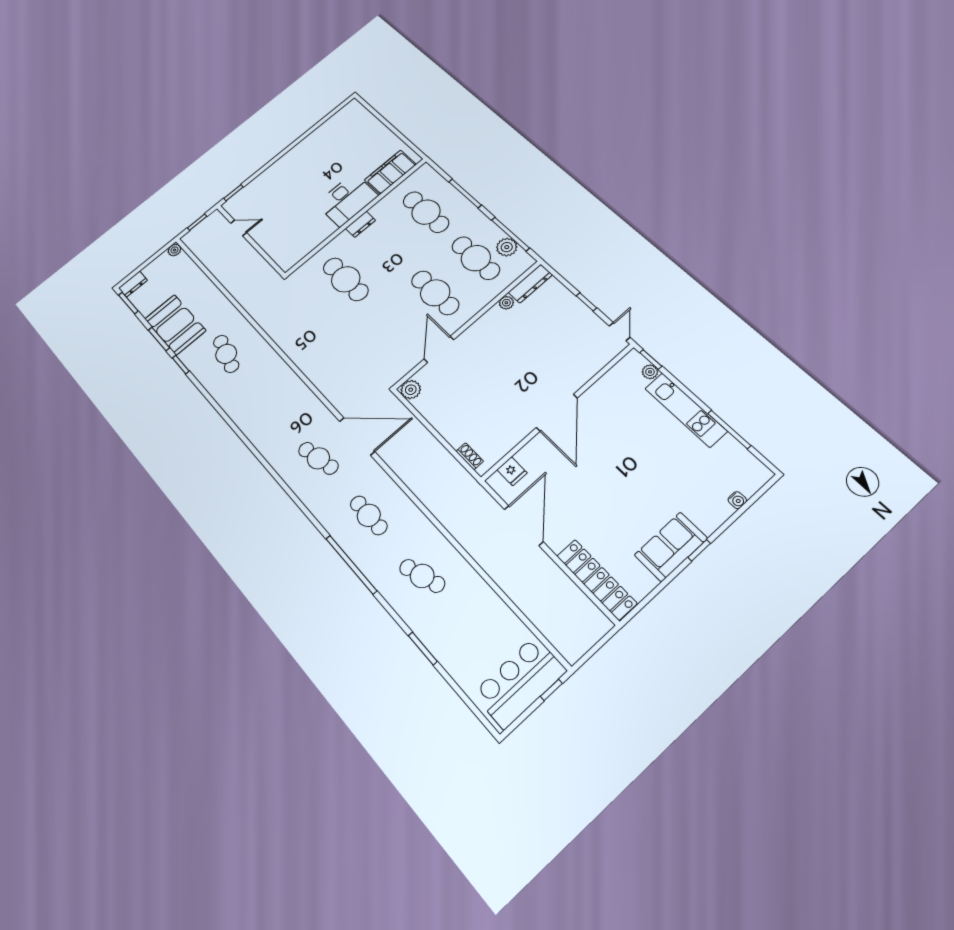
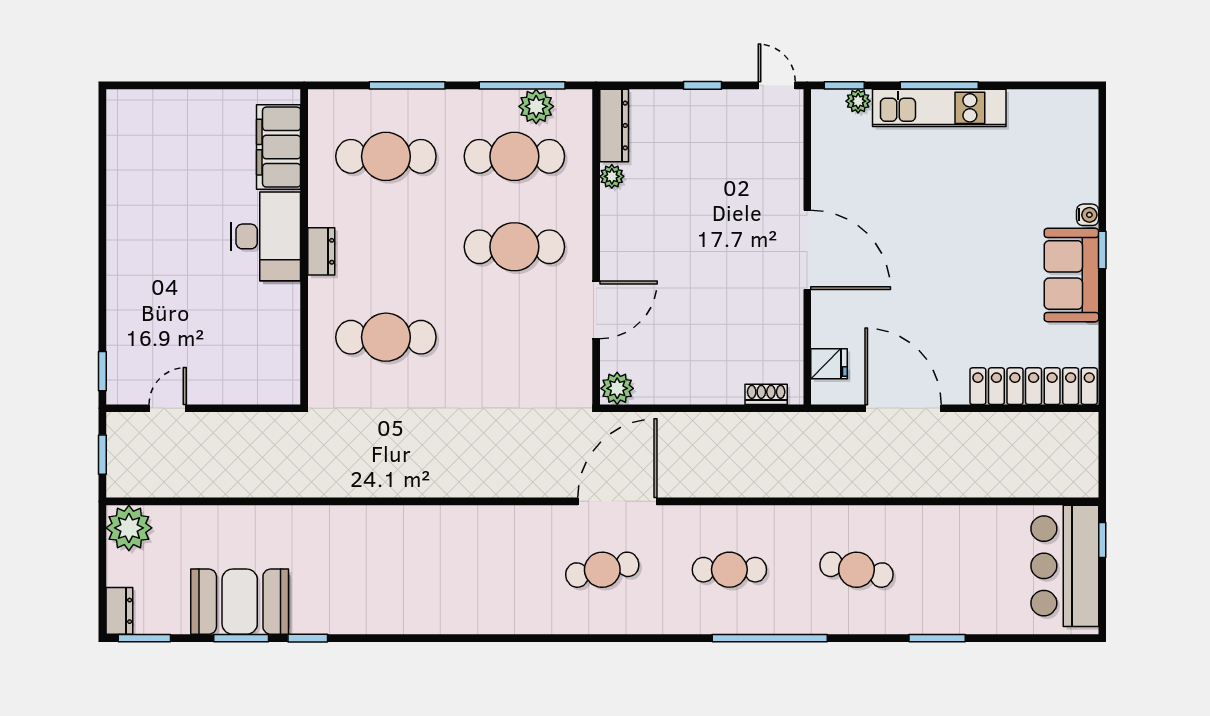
plant: (174, 250) -> (129, 528), width x1.88, depth x1.88
door: (439, 349) -> (596, 310), swing flipped
cafe table: (226, 354) -> (348, 570), removed
window: (729, 429) -> (939, 85), moved
water cooler: (737, 500) -> (1088, 215), moved
cafe table: (422, 576) -> (856, 570), turned 30

